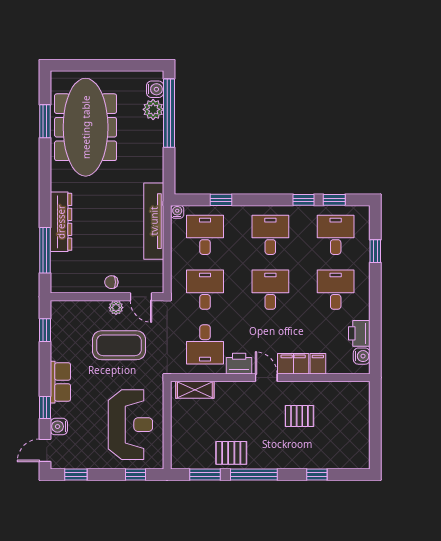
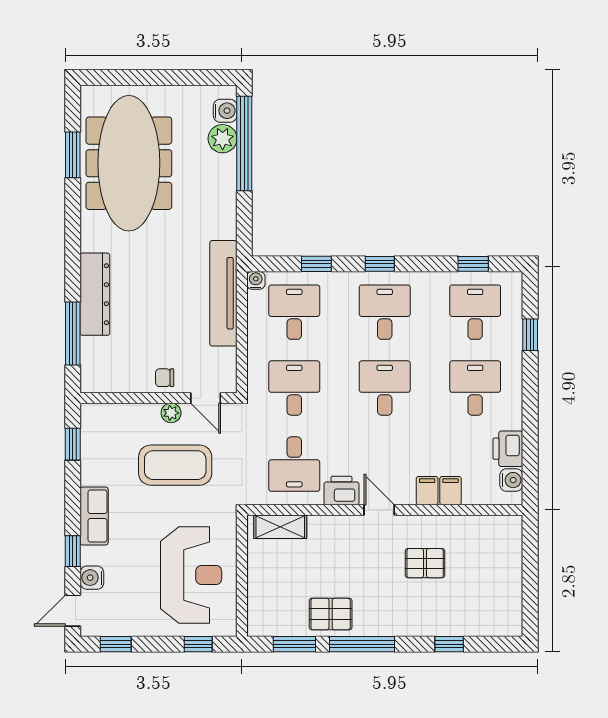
window: (303, 200) -> (380, 264), moved
filing cabinet: (293, 364) -> (427, 491), width x0.50

